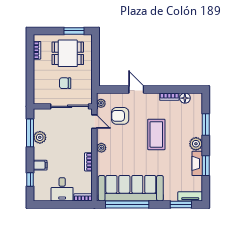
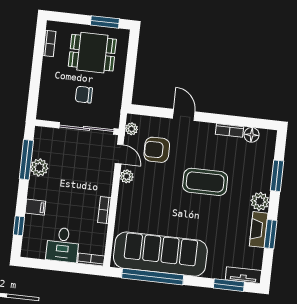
coffee table: (156, 134) -> (205, 182), turned 90
plant: (101, 148) -> (127, 176), moved

